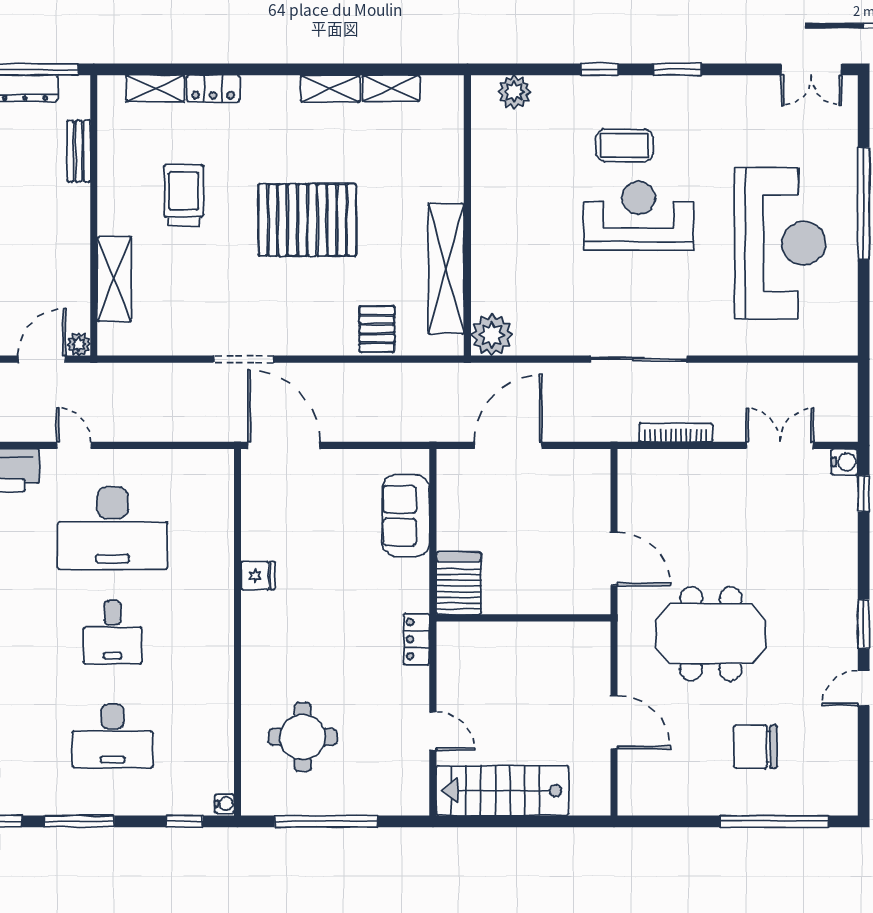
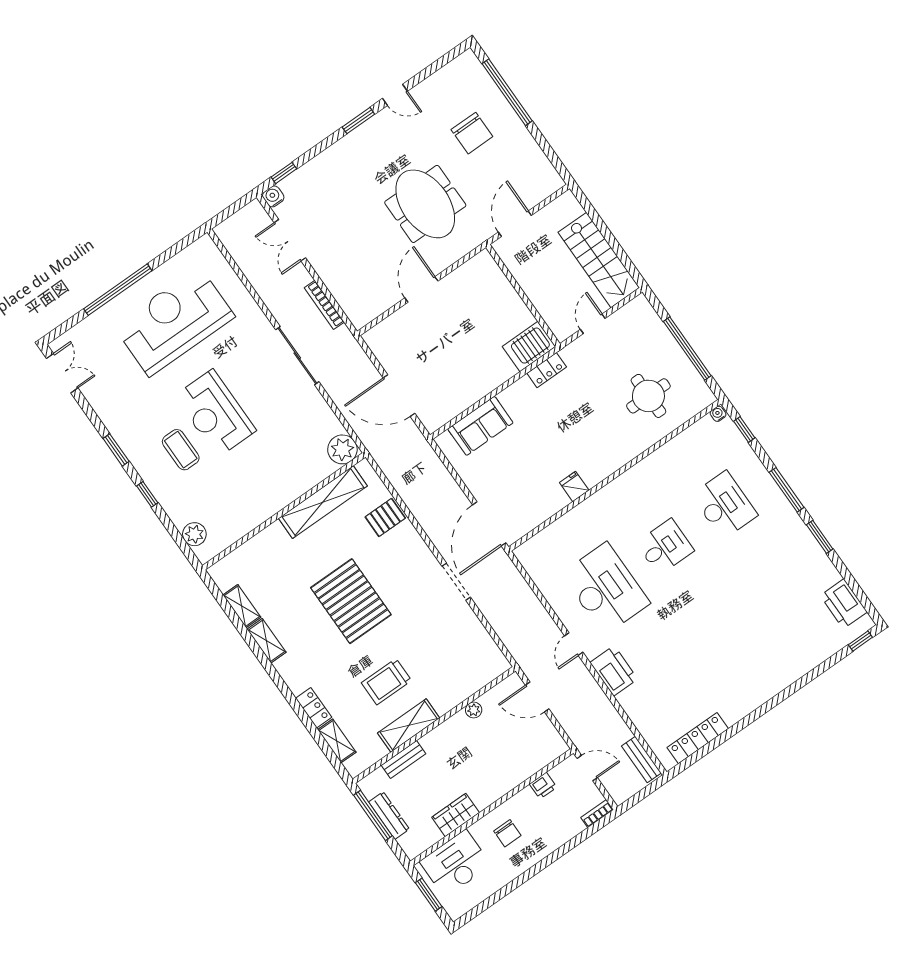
shelving: (114, 279) -> (409, 725), moved
plant: (79, 344) -> (474, 710), moved
server rack: (459, 583) -> (529, 347), moved
wall: (523, 618) -> (523, 296), moved

